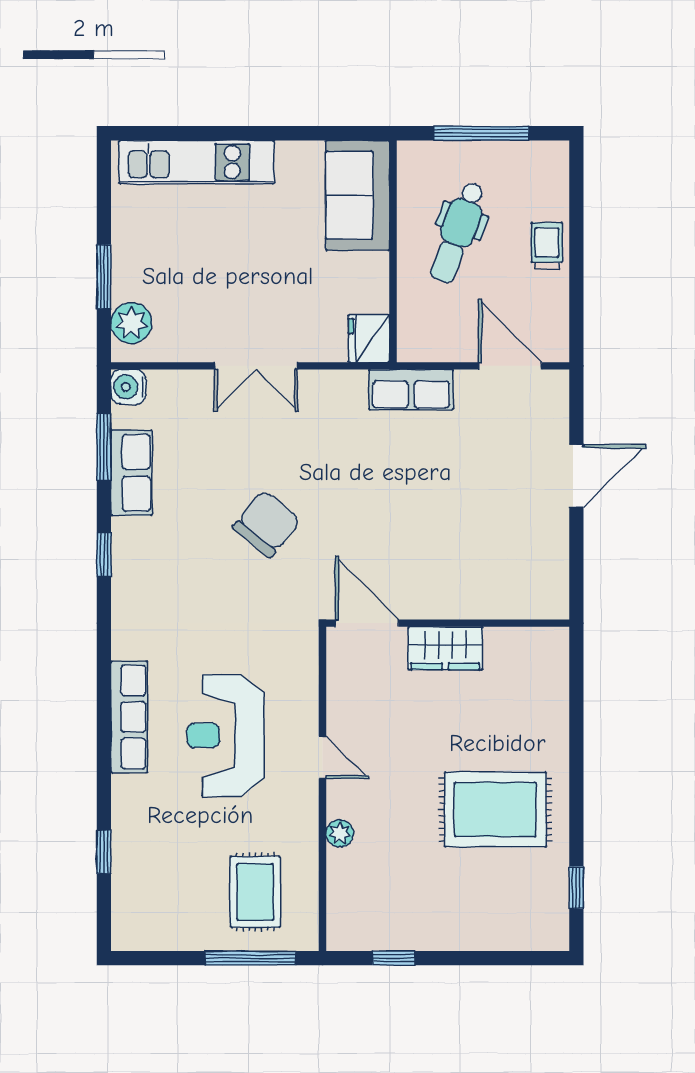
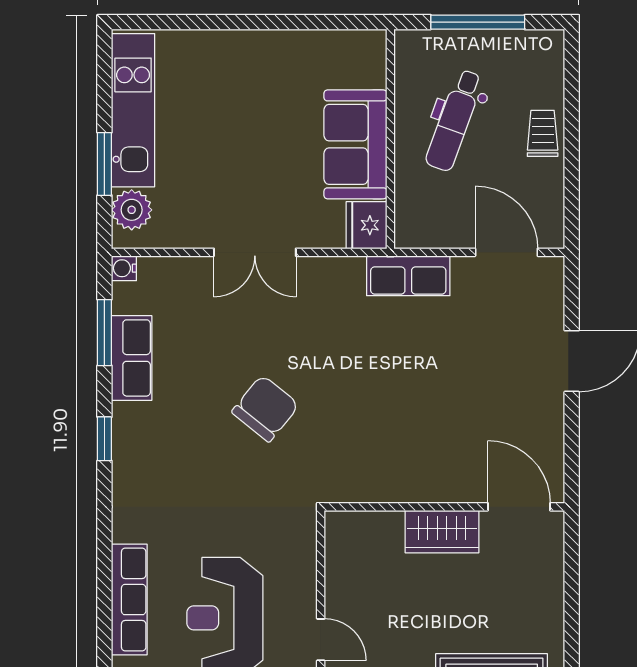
kitchen unit: (197, 162) -> (133, 110), moved, turned -90
sofa: (358, 195) -> (355, 144), moved
water cooler: (128, 387) -> (124, 268), width x0.72, depth x0.72
door: (367, 623) -> (519, 507), moved

